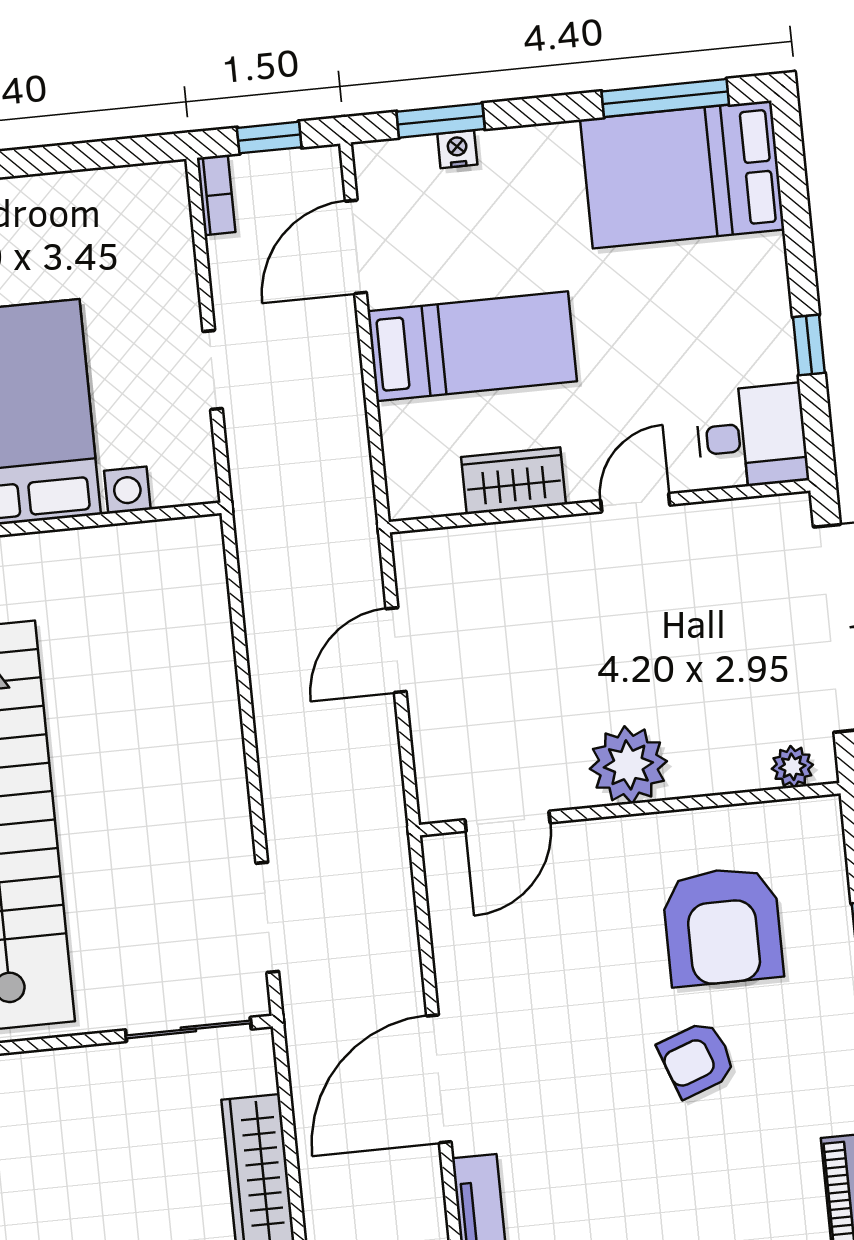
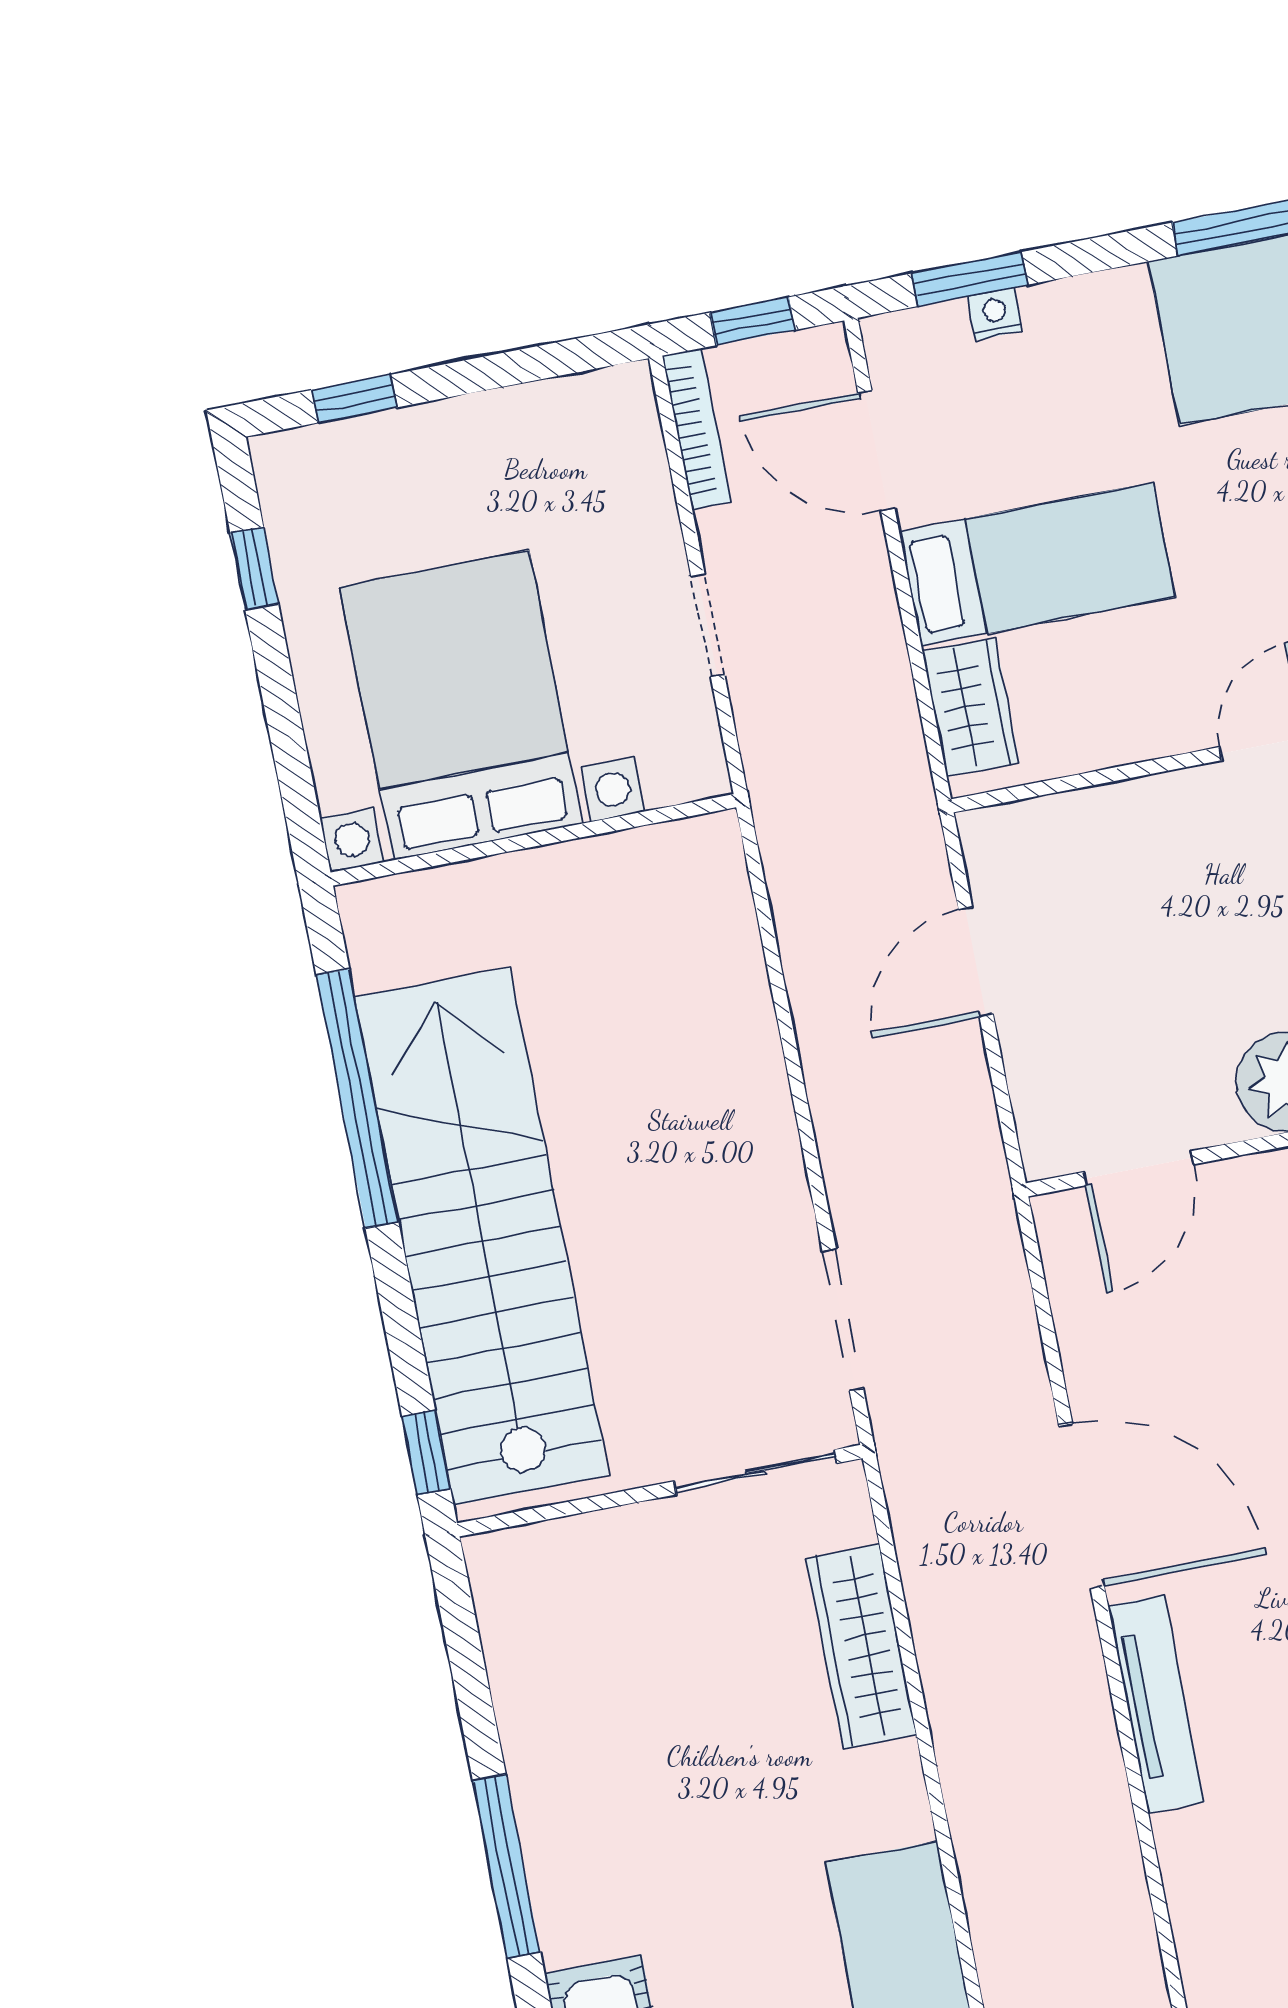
bookcase: (216, 195) -> (697, 429), width x1.56
door: (356, 247) -> (876, 451), hinge flipped
wardrobe: (514, 481) -> (971, 707), moved, turned 90
door: (439, 1079) -> (1081, 1506), swing flipped

